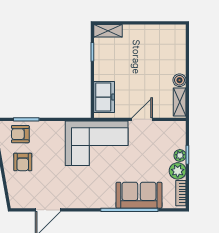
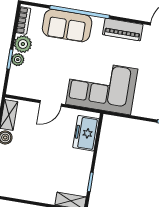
piano: (86, 200) -> (123, 30), added

